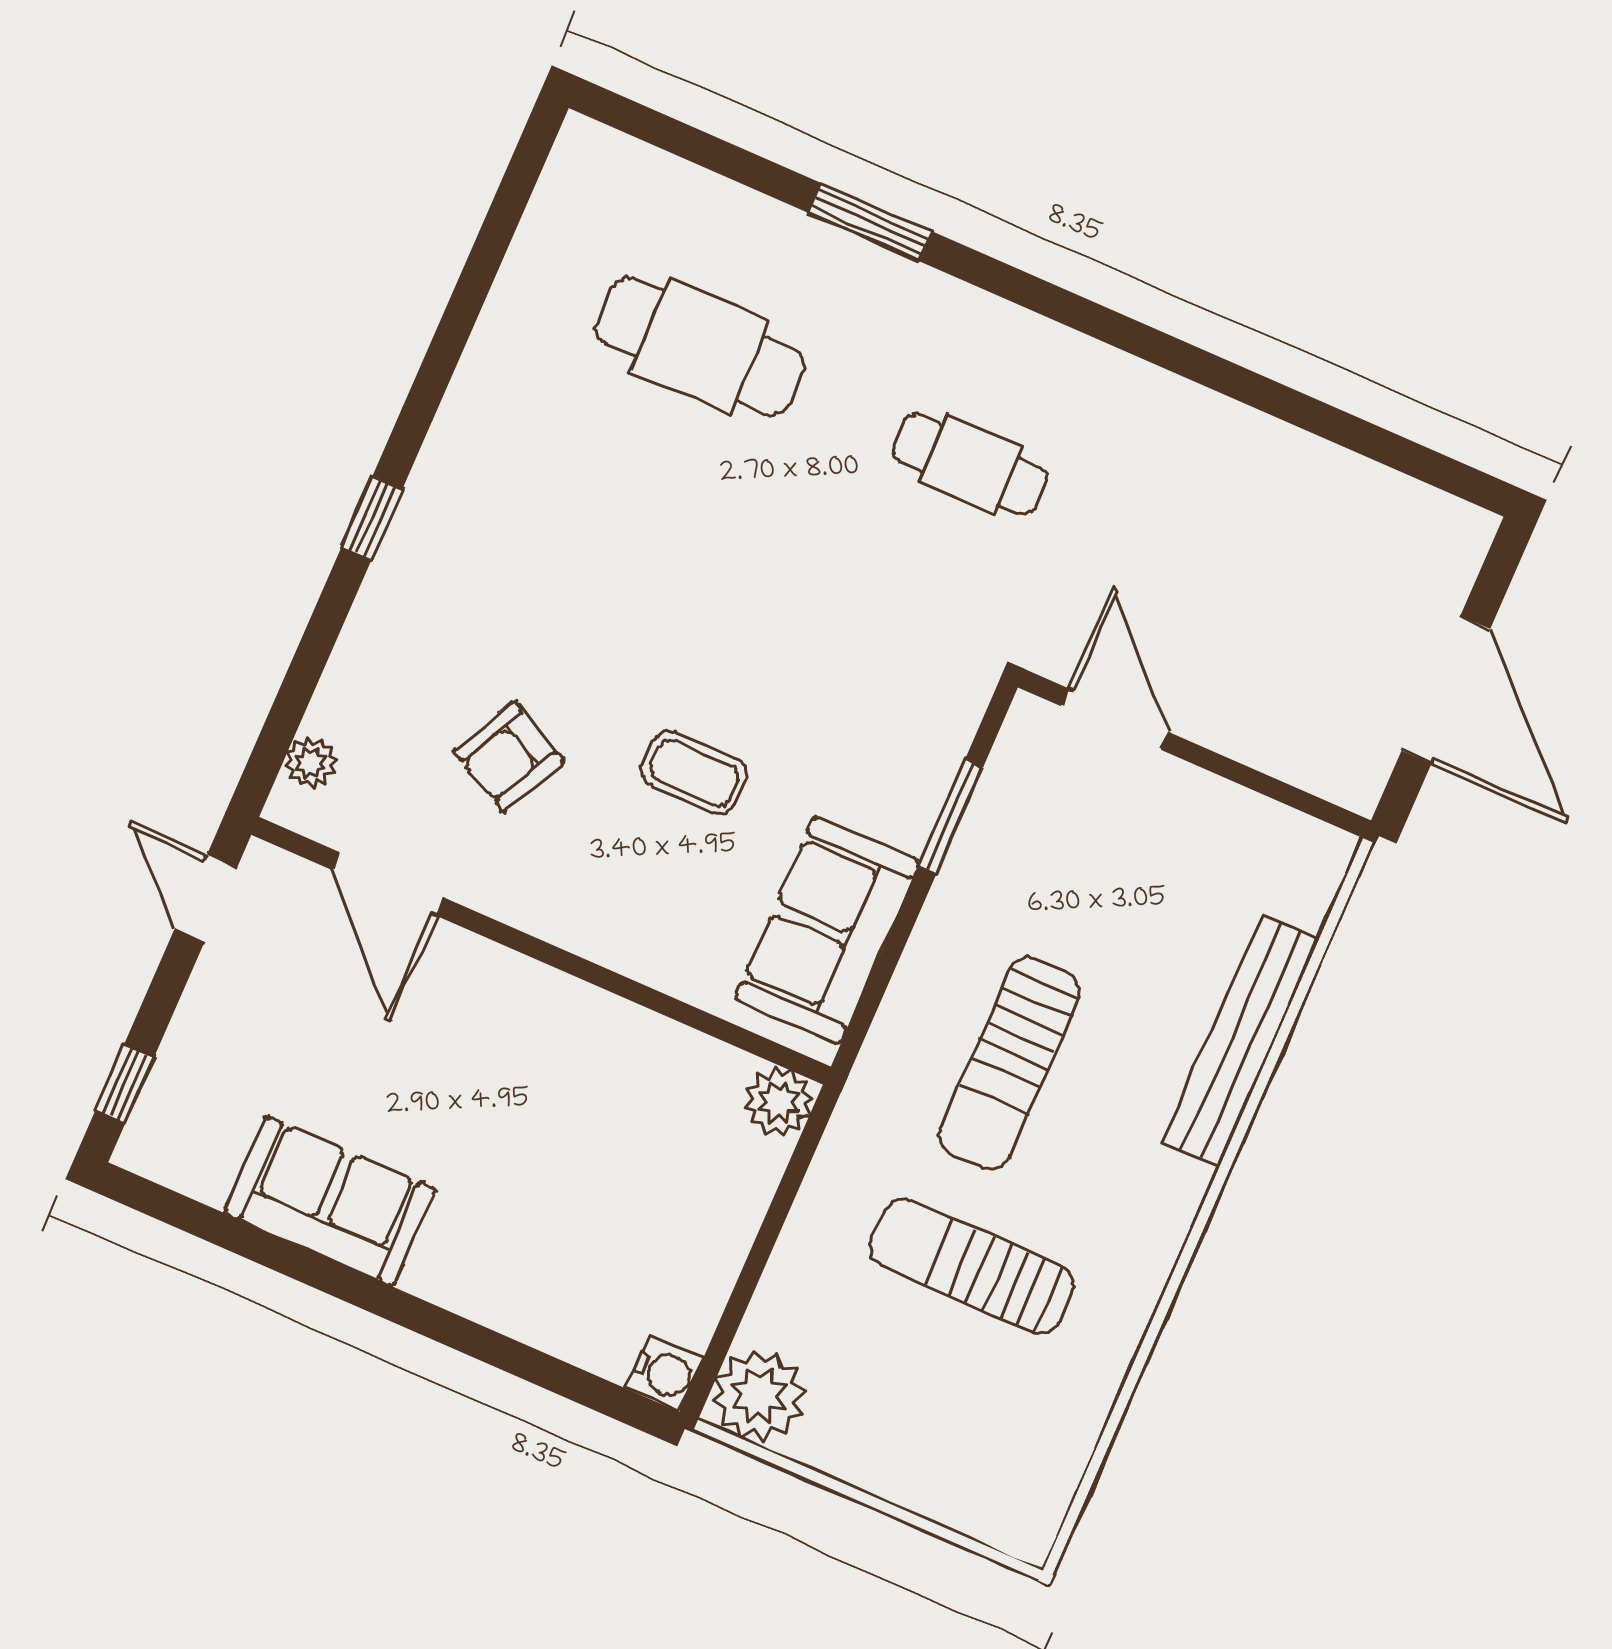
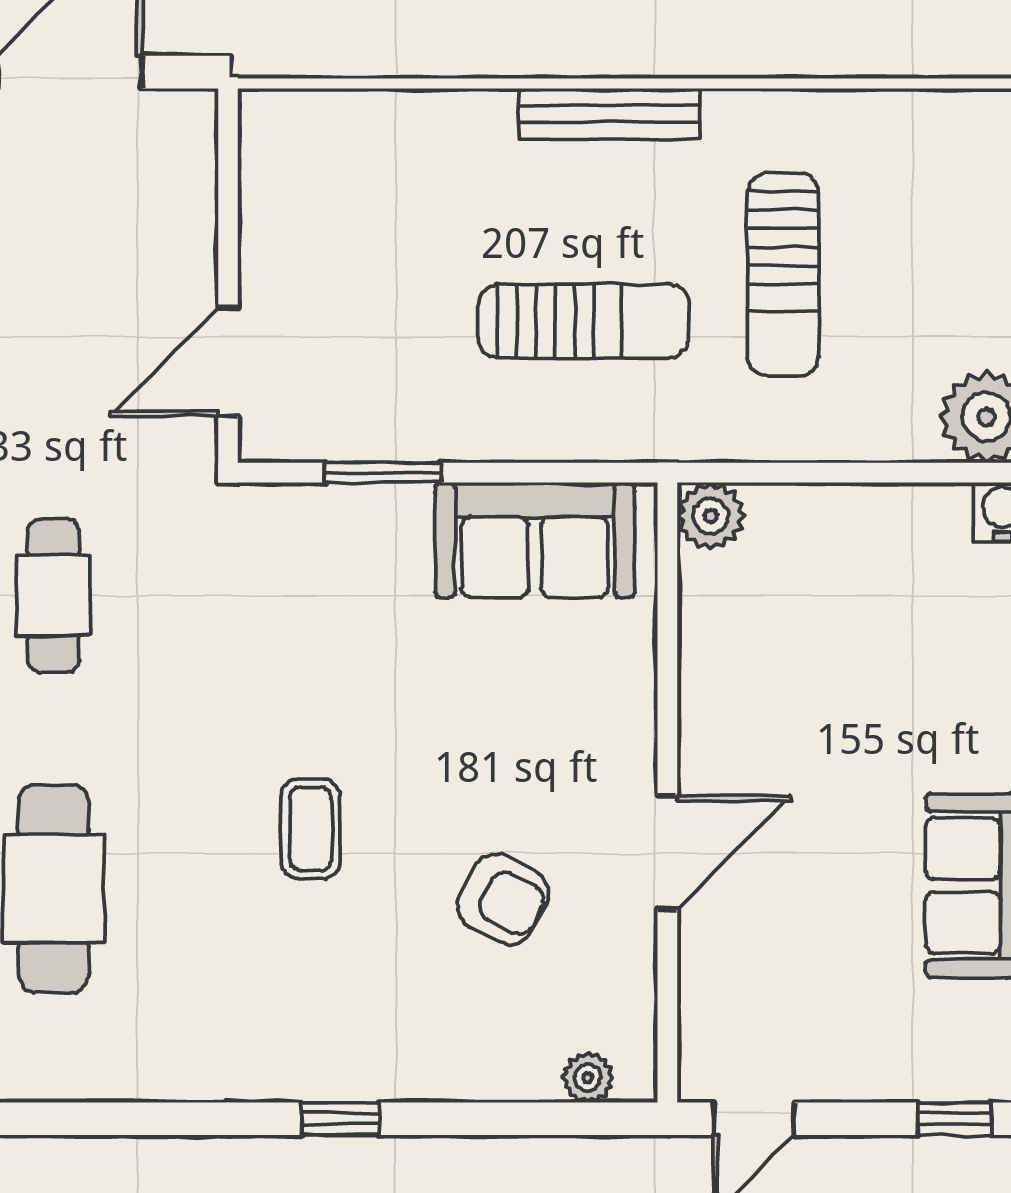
coffee table: (695, 773) -> (311, 829), moved
door: (388, 884) -> (667, 852), moved
bench: (1241, 1041) -> (610, 114), moved, width x0.73, depth x0.82

